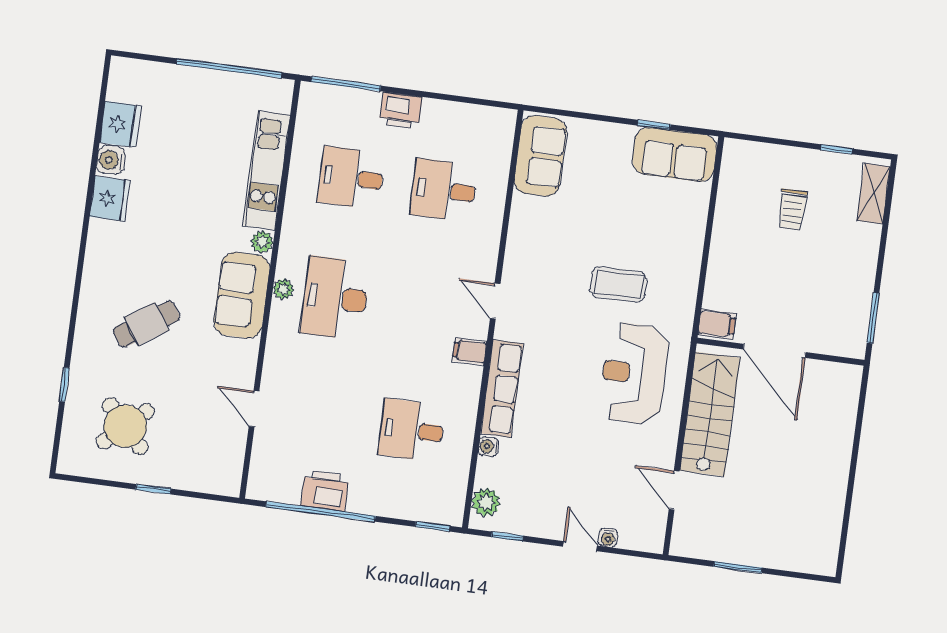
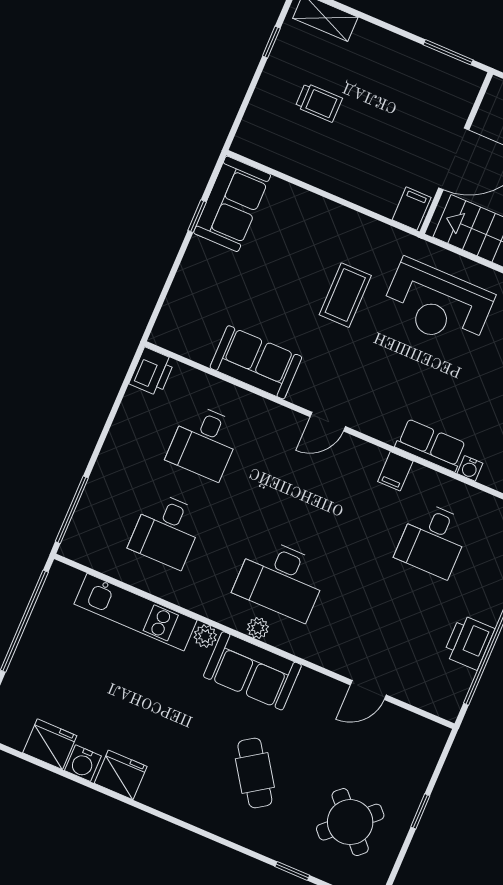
printer: (401, 110) -> (152, 372), moved
sofa: (540, 156) -> (256, 362), moved
filing cabinet: (470, 351) -> (395, 471), moved
row of seats: (502, 389) -> (431, 445), width x0.68

